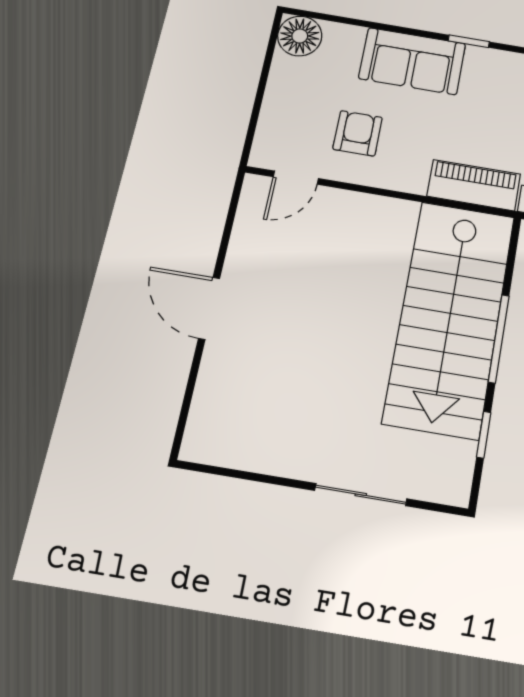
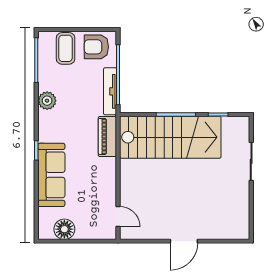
floor lamp: (300, 36) -> (64, 229), moved
sofa: (412, 61) -> (51, 175), width x1.36
armchair: (358, 133) -> (92, 193), removed

